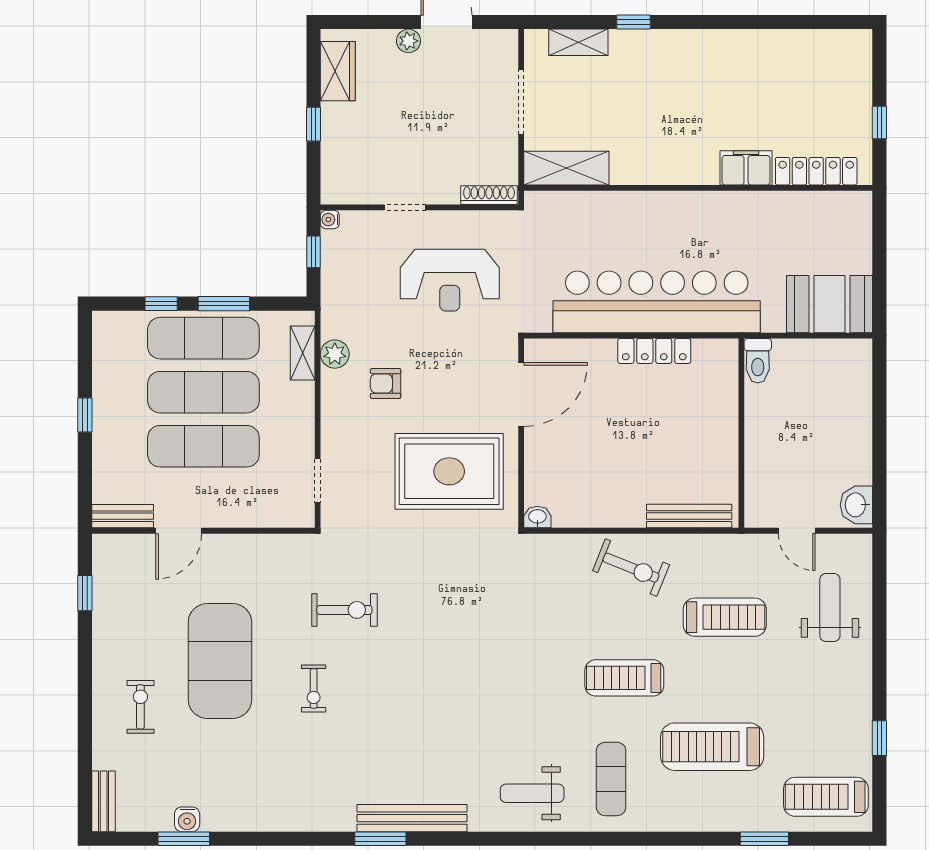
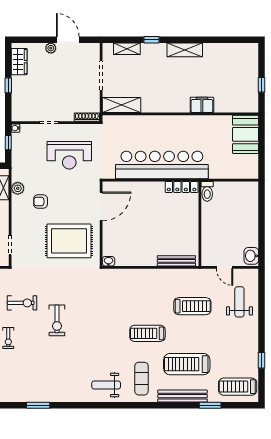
shelving: (708, 45) -> (185, 50), added
locker: (816, 171) -> (233, 106), removed
booth: (829, 304) -> (246, 134), moved, turned 90
locker: (654, 351) -> (182, 187), moved
exercise bike: (631, 568) -> (57, 320), moved, turned 68
bench: (412, 818) -> (183, 396), moved

